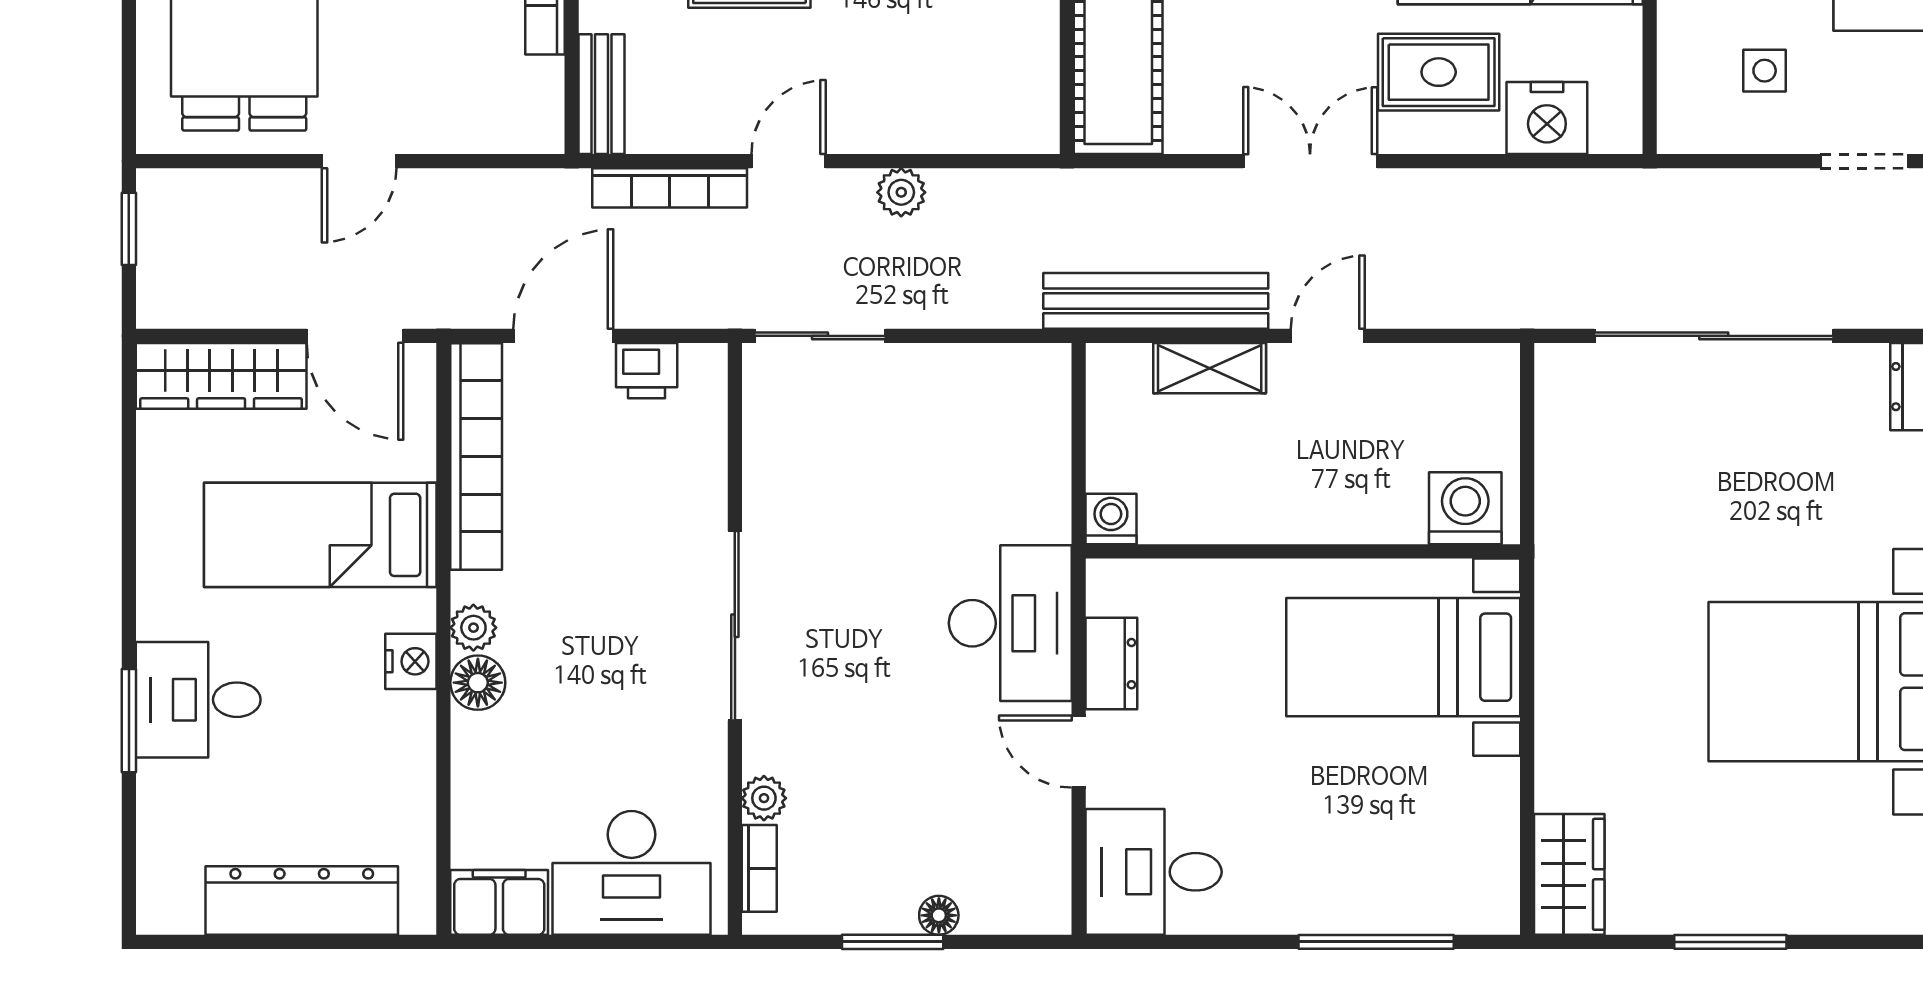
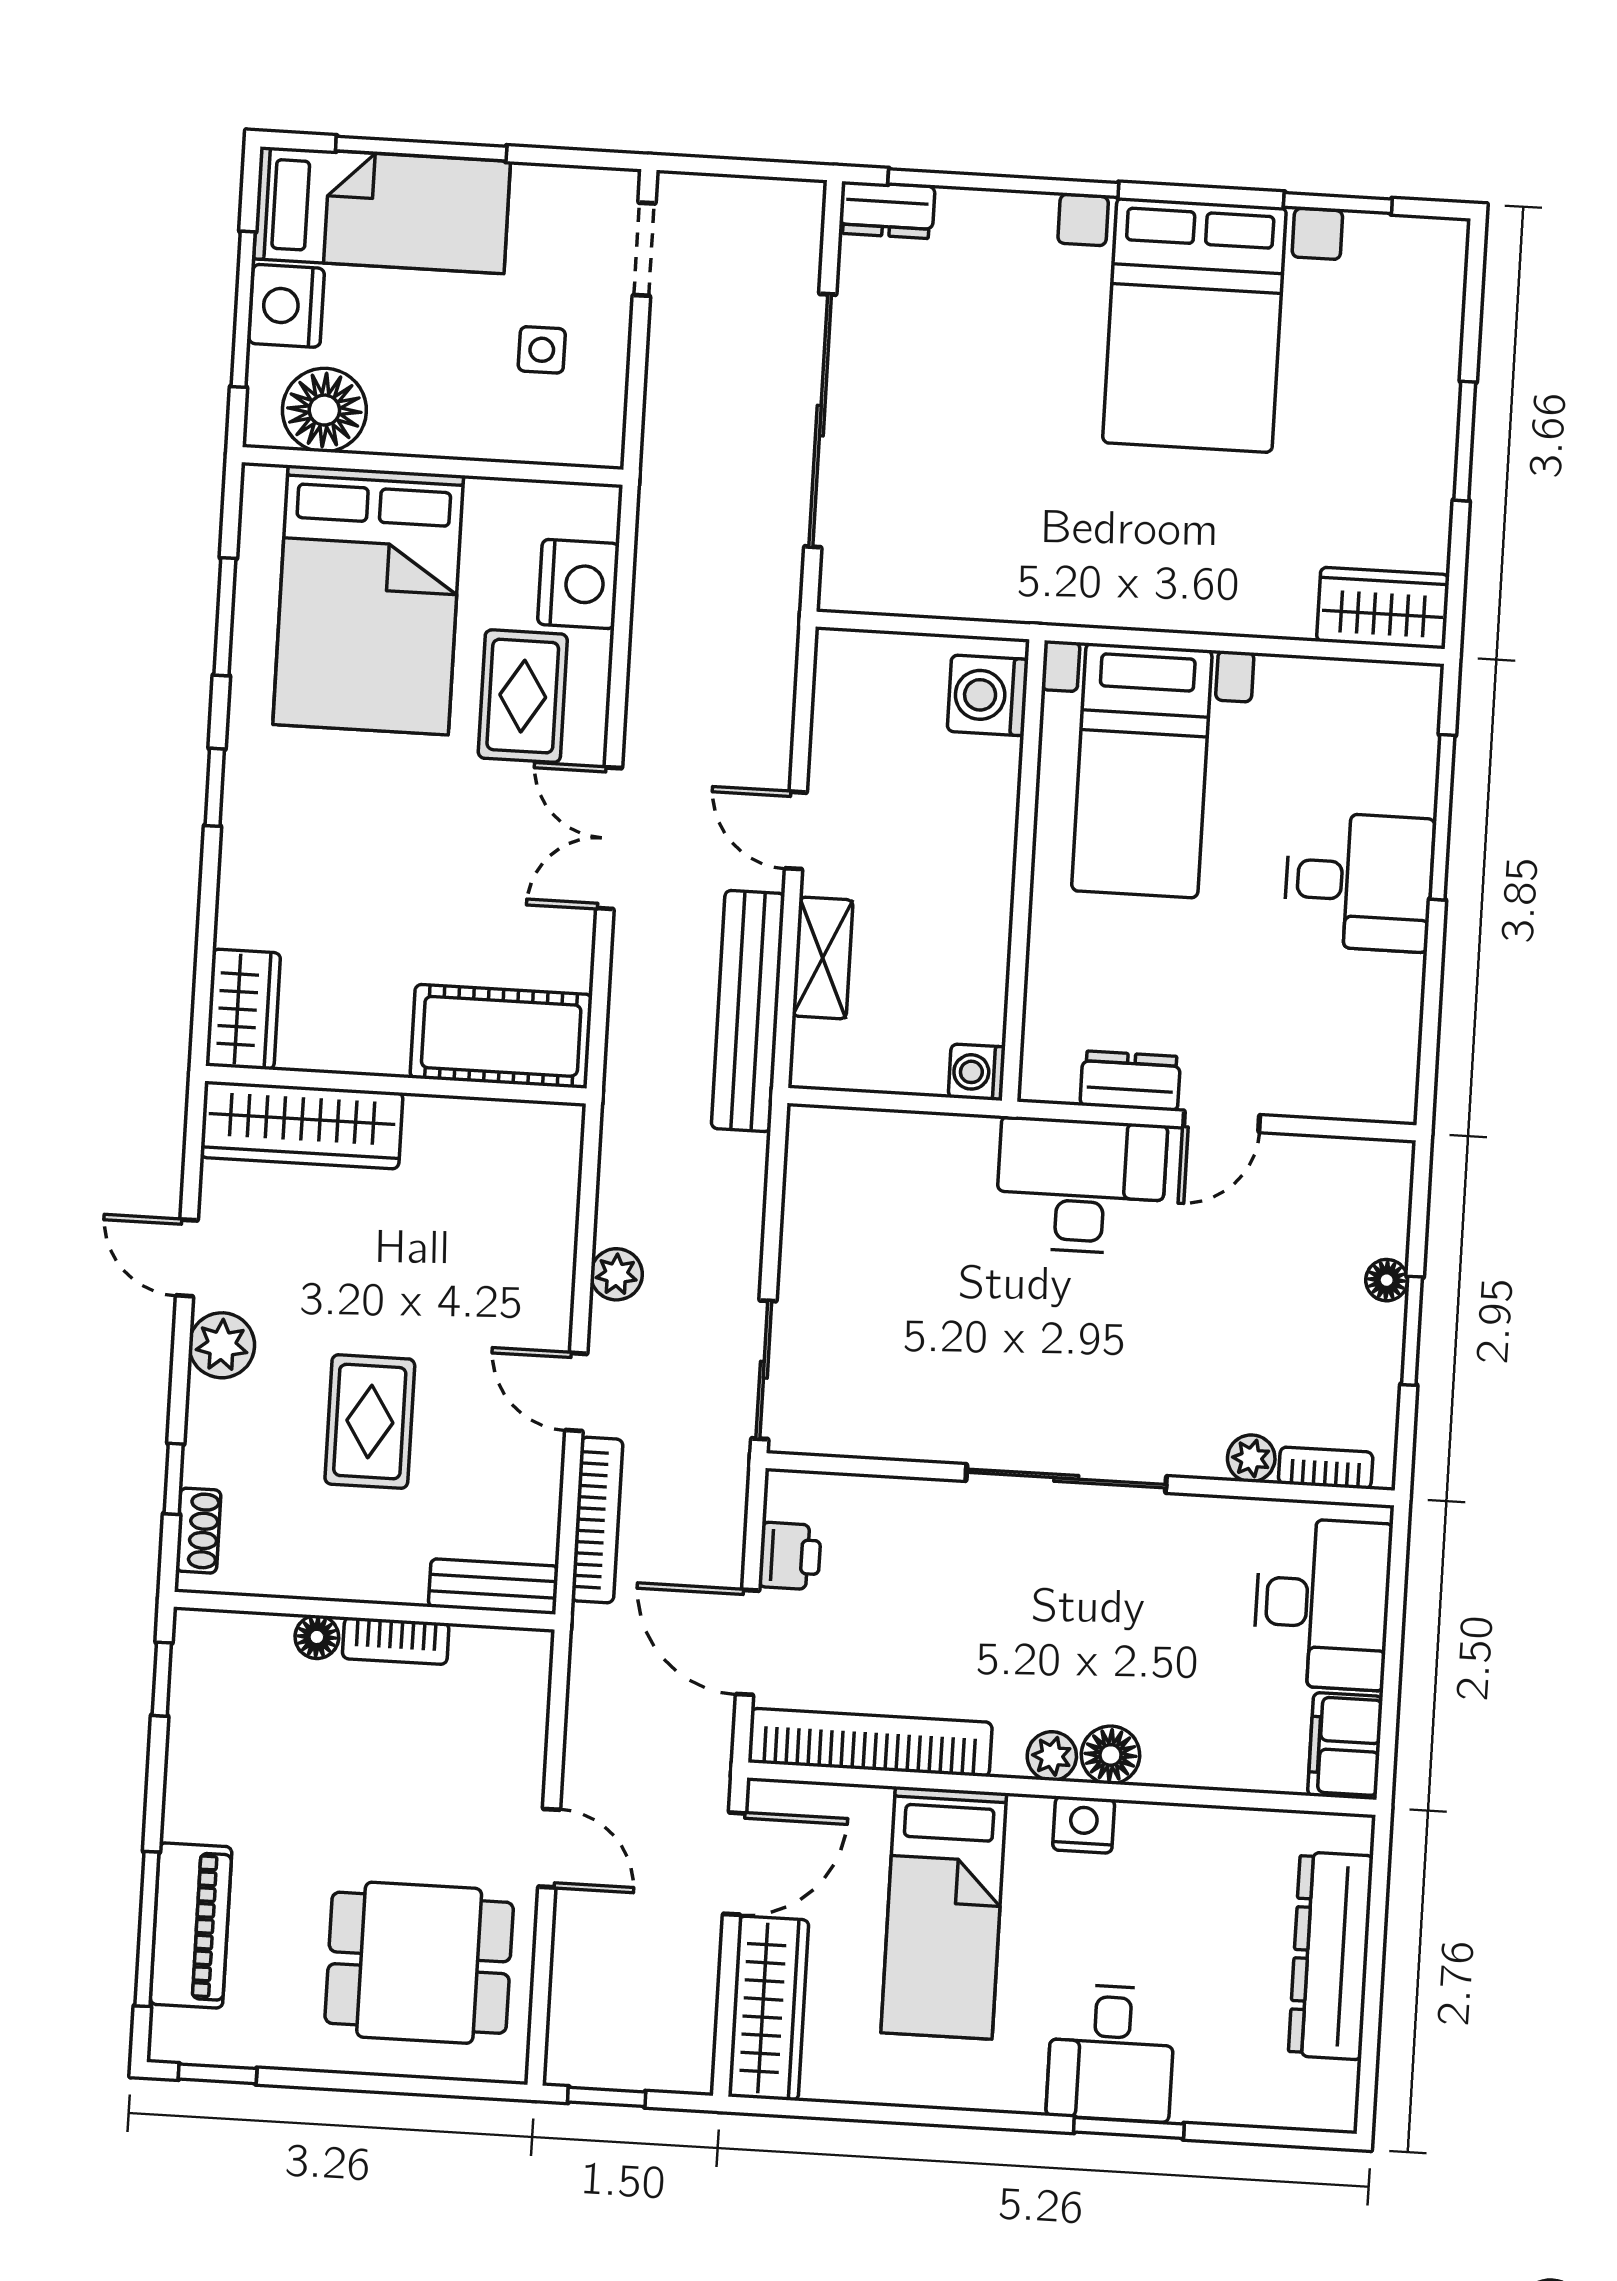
desk: (1154, 872) -> (1359, 882), moved, turned -90

